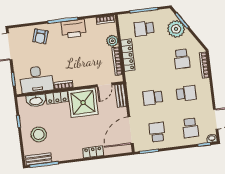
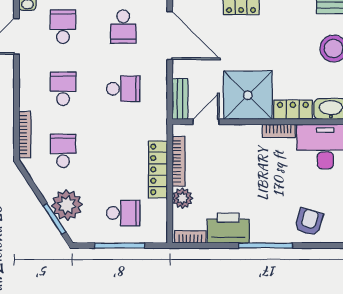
printer: (73, 29) -> (228, 228), moved
school desk: (186, 93) -> (63, 89), turned 90
door: (131, 130) -> (170, 35), hinge flipped

